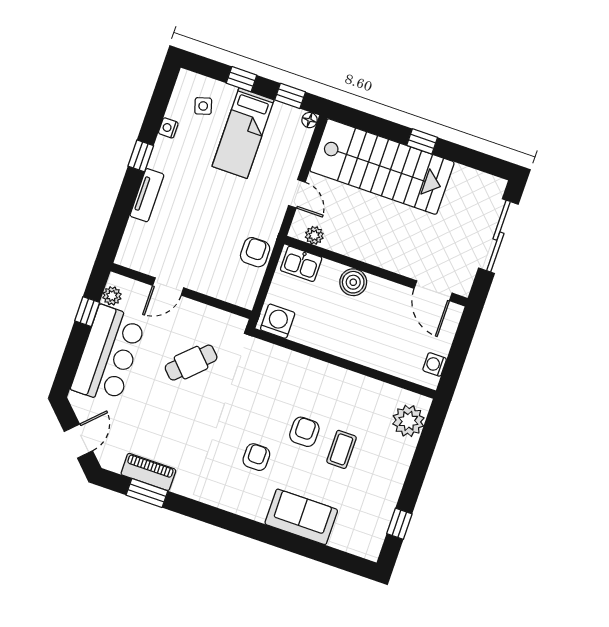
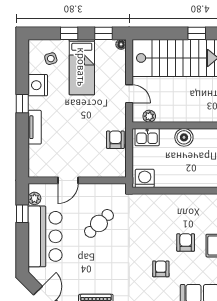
nightstand: (168, 128) -> (38, 85), width x1.89, depth x1.79

